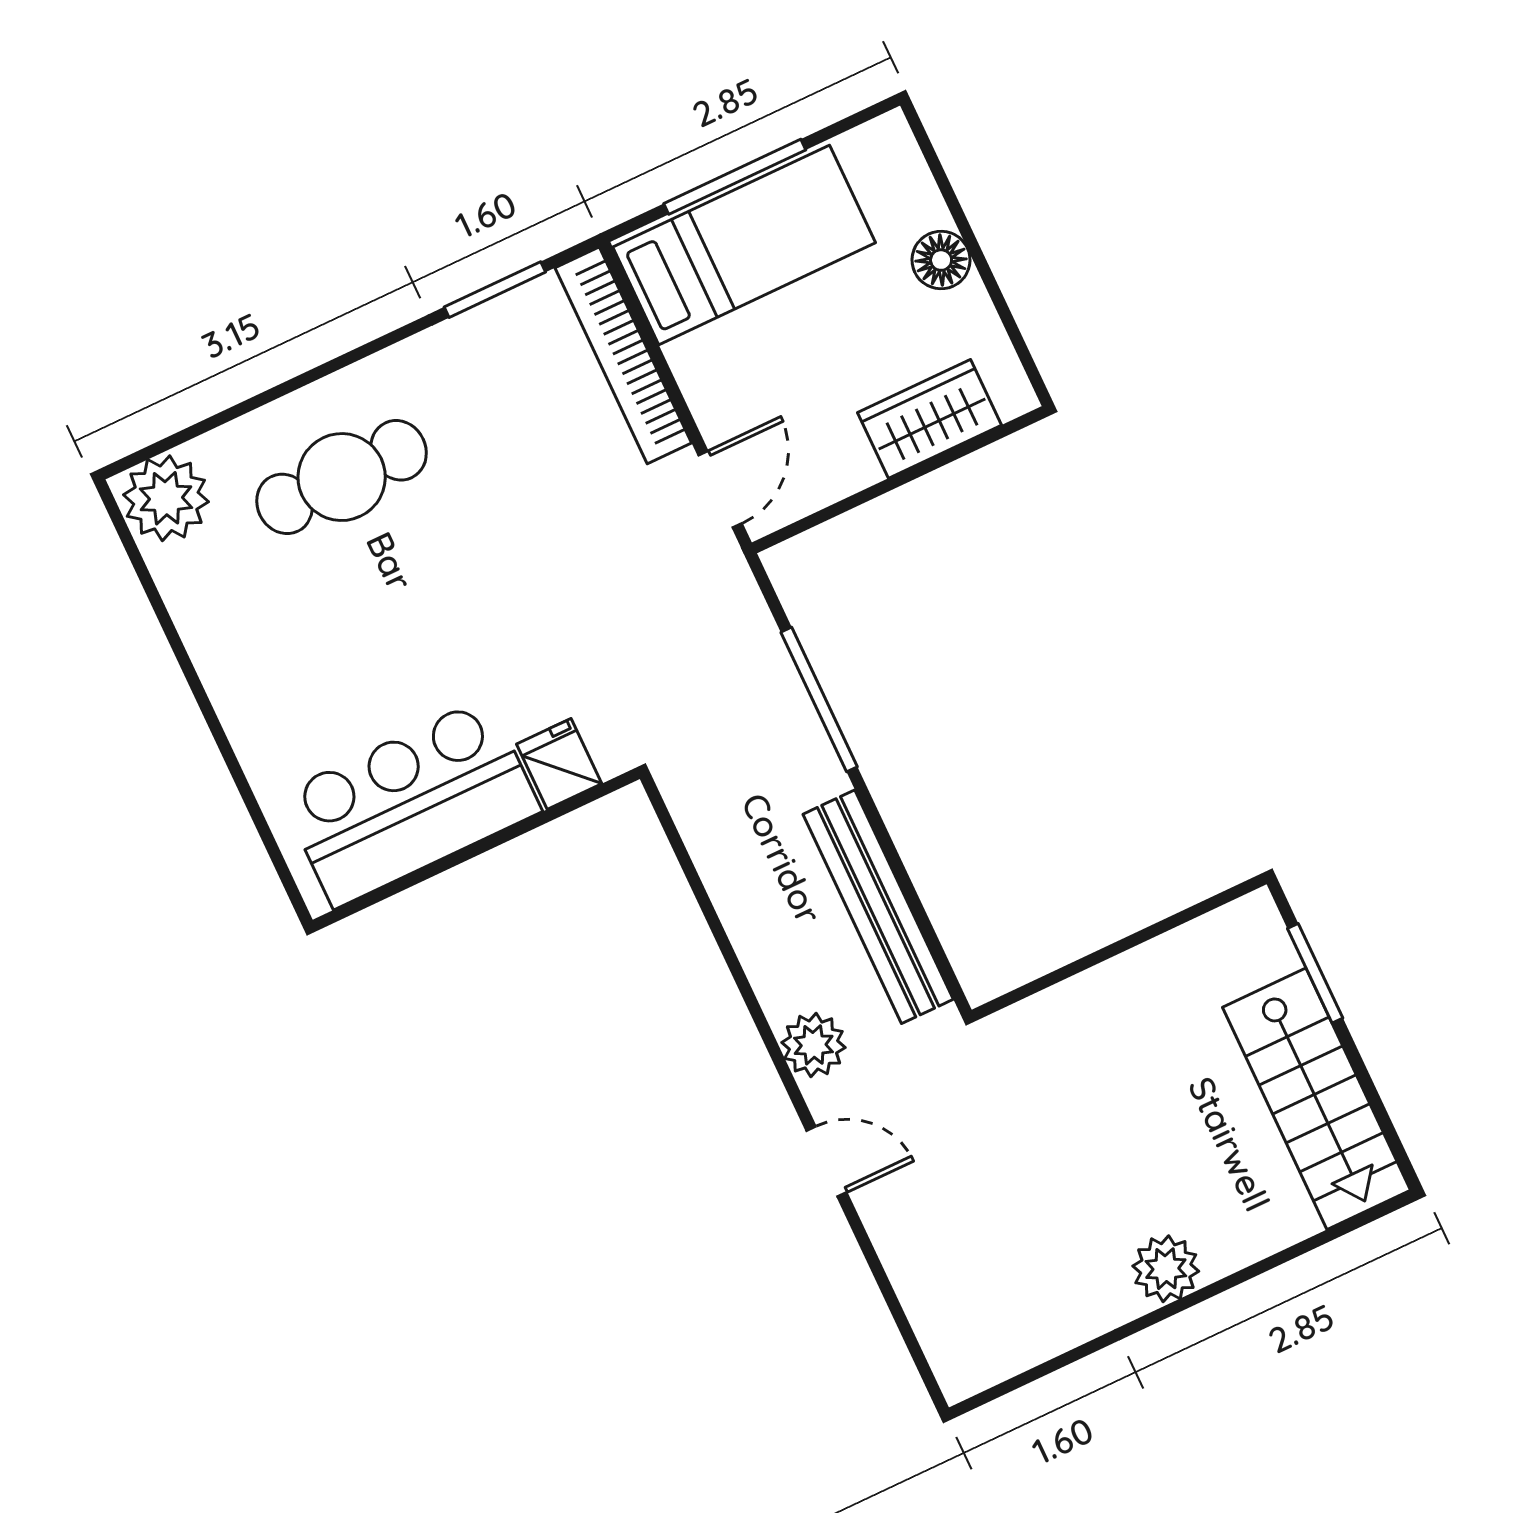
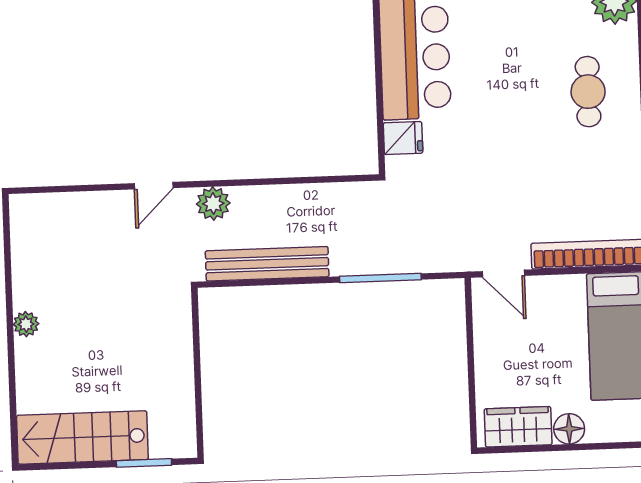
wardrobe: (929, 419) -> (518, 427), moved, turned -90
cafe table: (342, 477) -> (588, 92), width x0.73, depth x0.74
plant: (1166, 1269) -> (26, 324), width x0.73, depth x0.73

